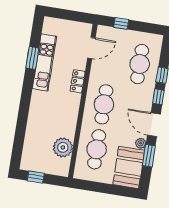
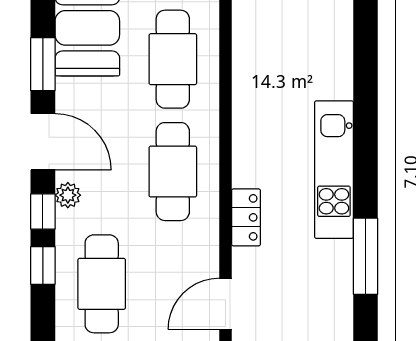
window: (32, 58) -> (366, 256), width x1.44
kitchen unit: (45, 62) -> (334, 170), moved
plant: (141, 143) -> (68, 195), moved
plant: (63, 147) -> (256, 50), removed

